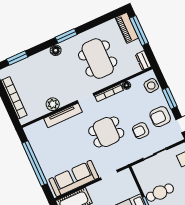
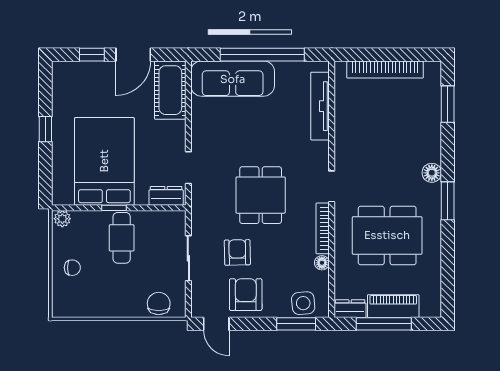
piano: (127, 28) -> (393, 306), moved
window: (139, 31) -> (384, 324), moved
window: (170, 98) -> (296, 324), moved
plant: (53, 104) -> (346, 128), removed
tv unit: (63, 115) -> (320, 106), moved
sofa: (74, 178) -> (233, 79), moved, turned 90
dresser: (128, 180) -> (166, 196), added

